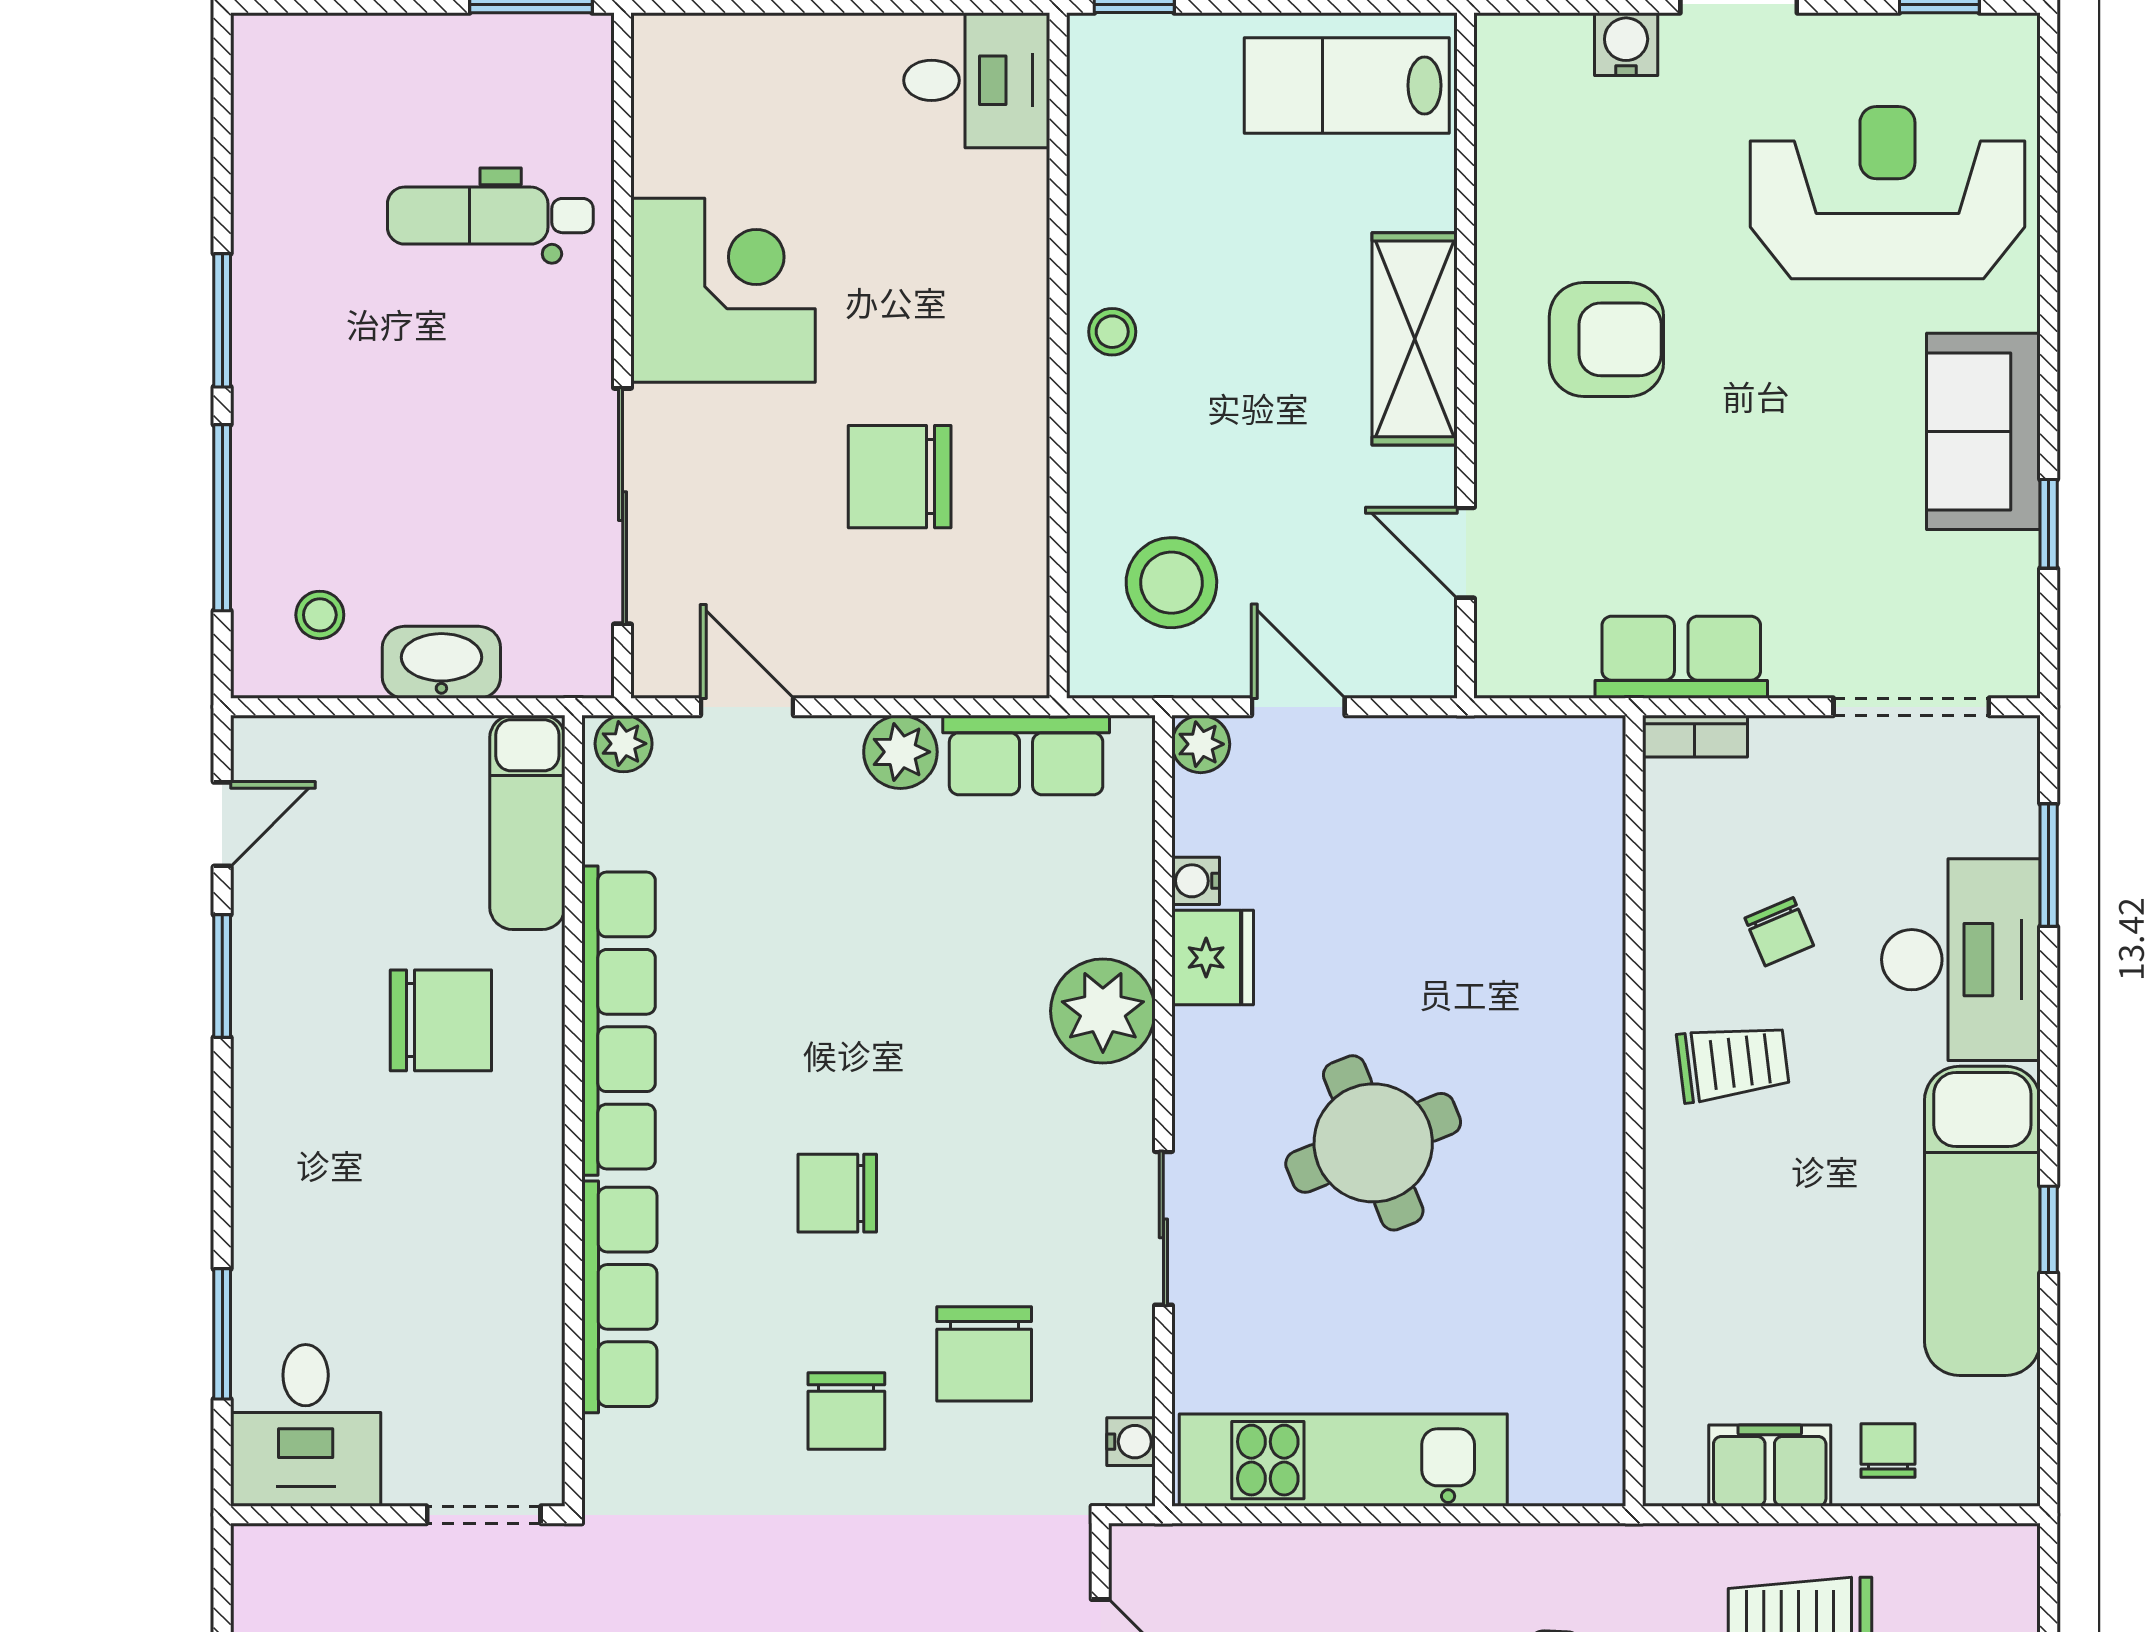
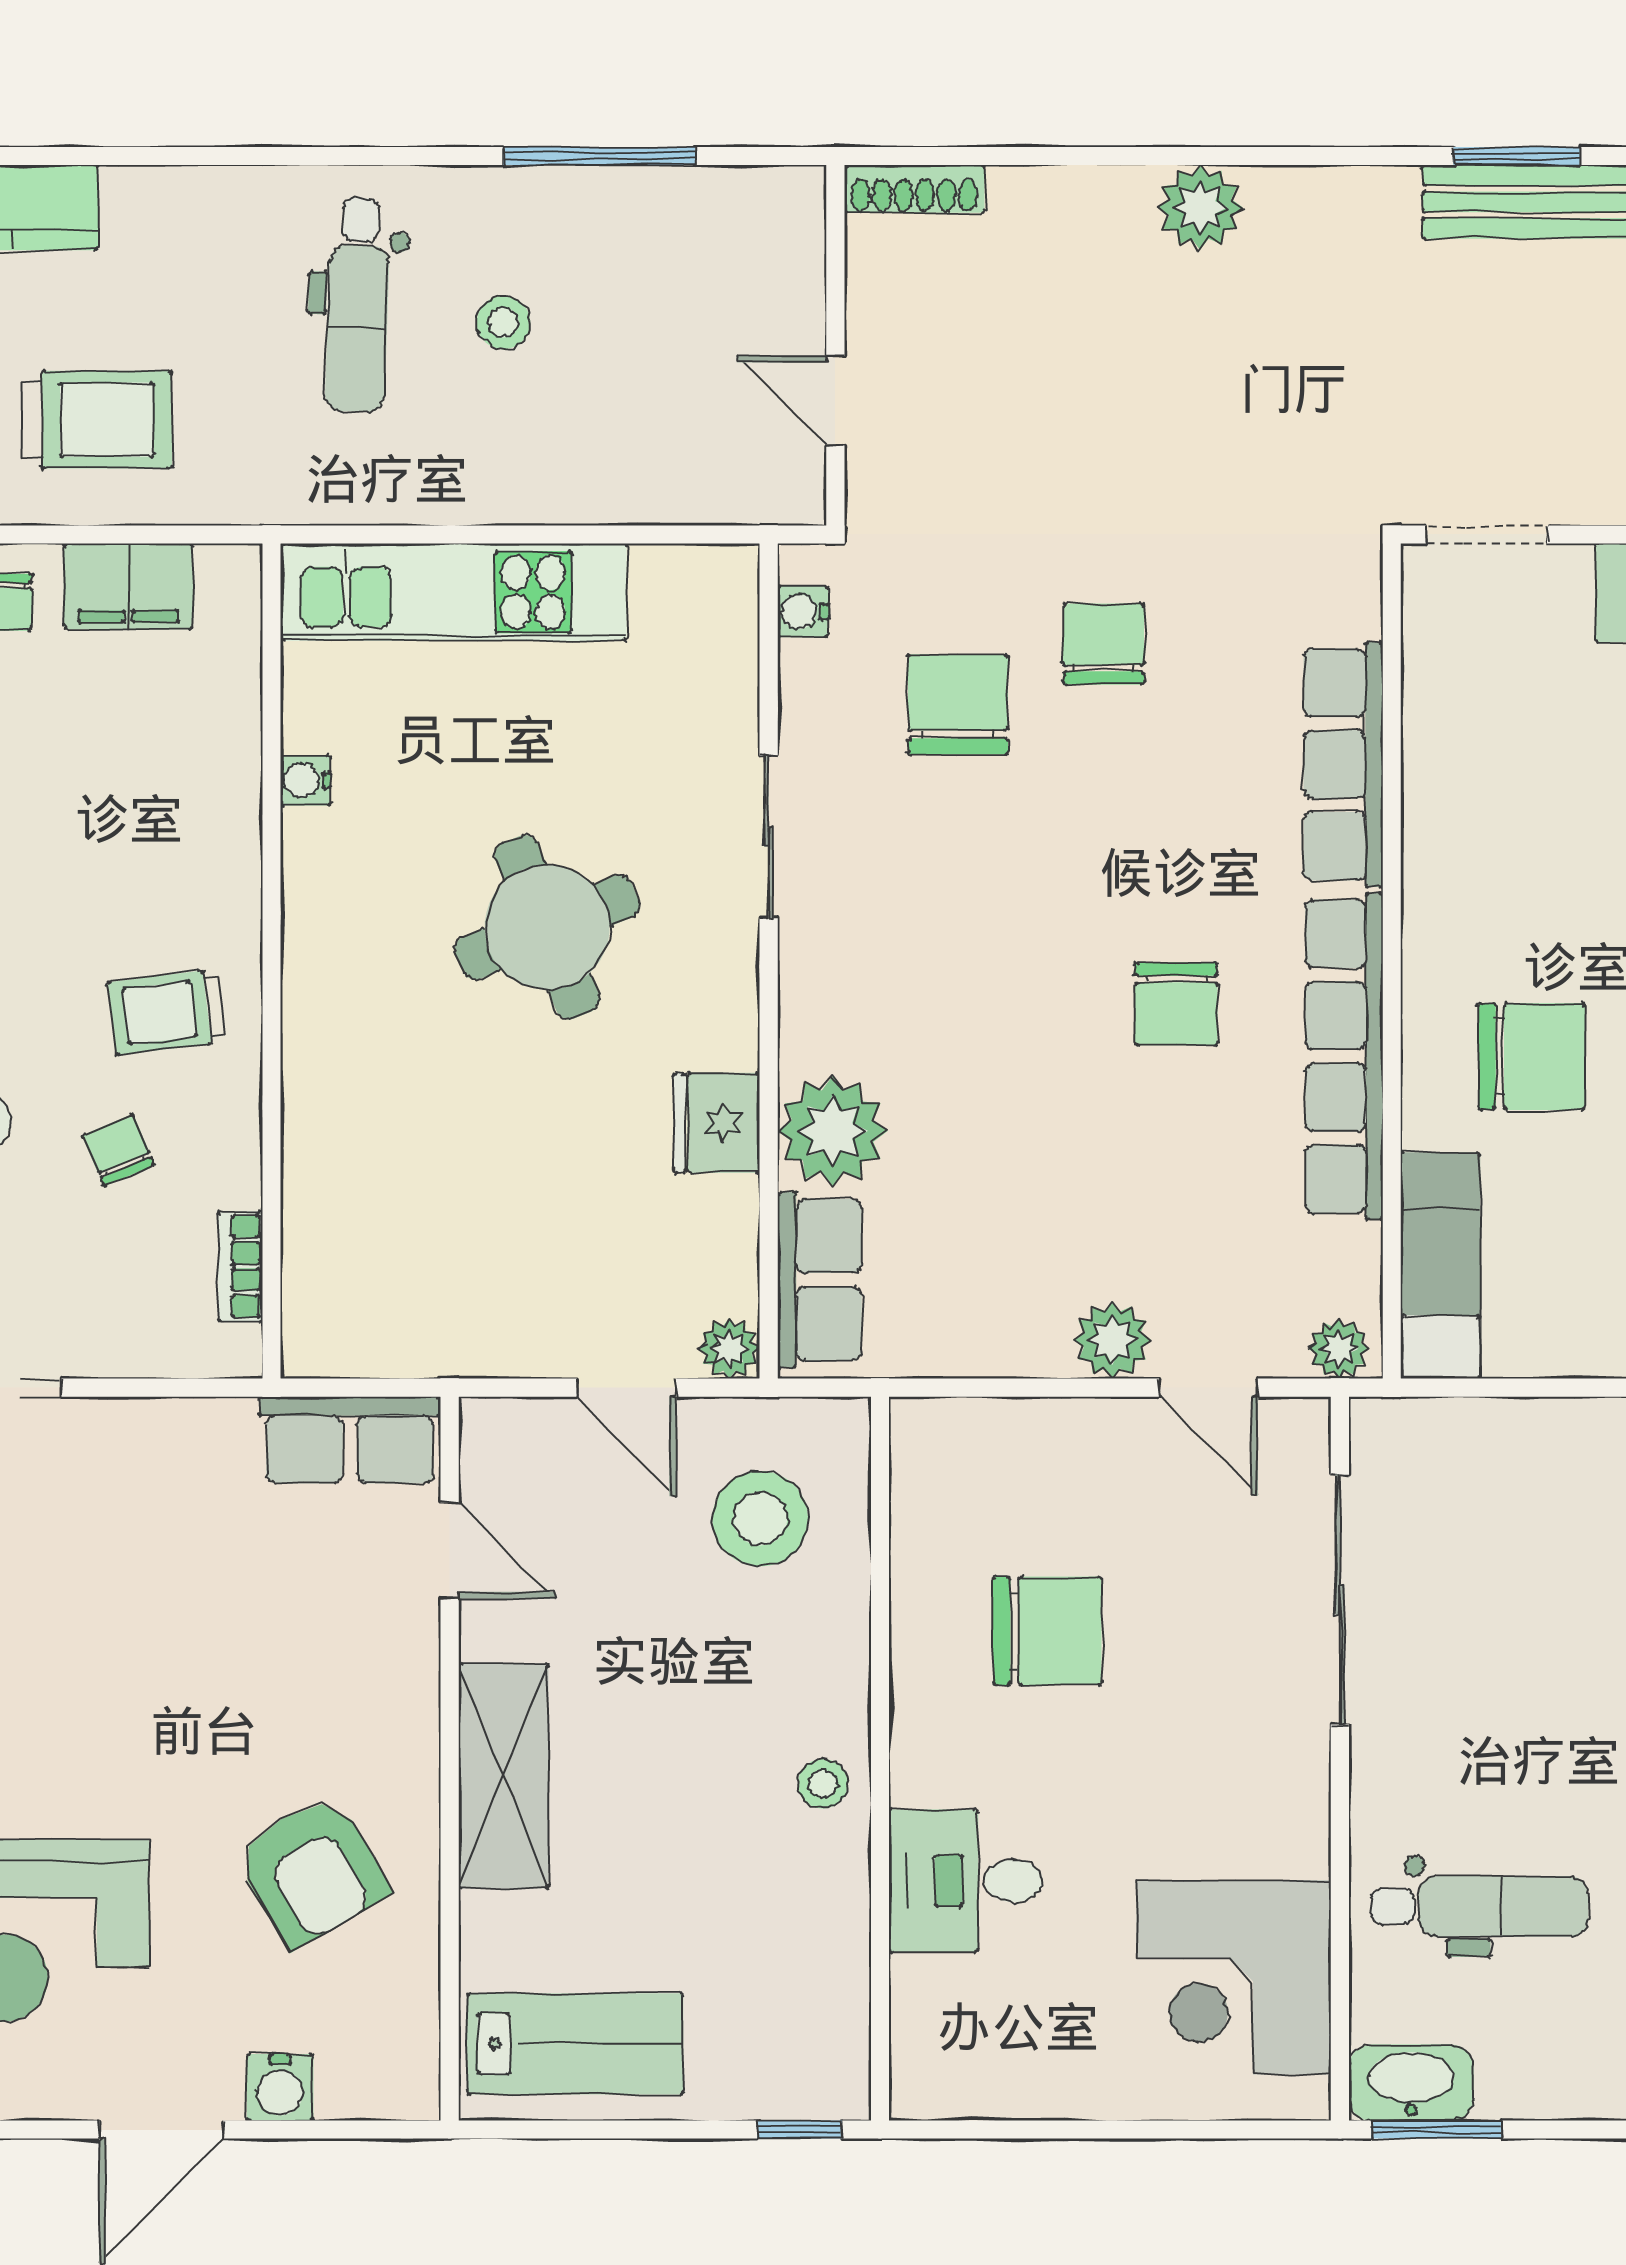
desk: (977, 80) -> (966, 1881), moved
corner desk: (723, 290) -> (1234, 1977), moved
armchair: (1606, 339) -> (312, 1871), moved, turned -120
row of seats: (1681, 657) -> (350, 1440), moved
washbasin: (441, 662) -> (1411, 2083), moved, turned 180
bookcase: (1695, 736) -> (241, 1266), moved, turned -90
plant: (900, 752) -> (1112, 1340), moved
row of seats: (1026, 755) -> (820, 1280), moved, turned 90
water cooler: (1196, 881) -> (306, 780), moved, turned 180
plant: (1103, 1011) -> (833, 1131), moved
chair: (441, 1020) -> (1532, 1057), turned 180
chair: (837, 1193) -> (1176, 1004), moved, turned 90
kitchen unit: (1343, 1460) -> (454, 592), moved

